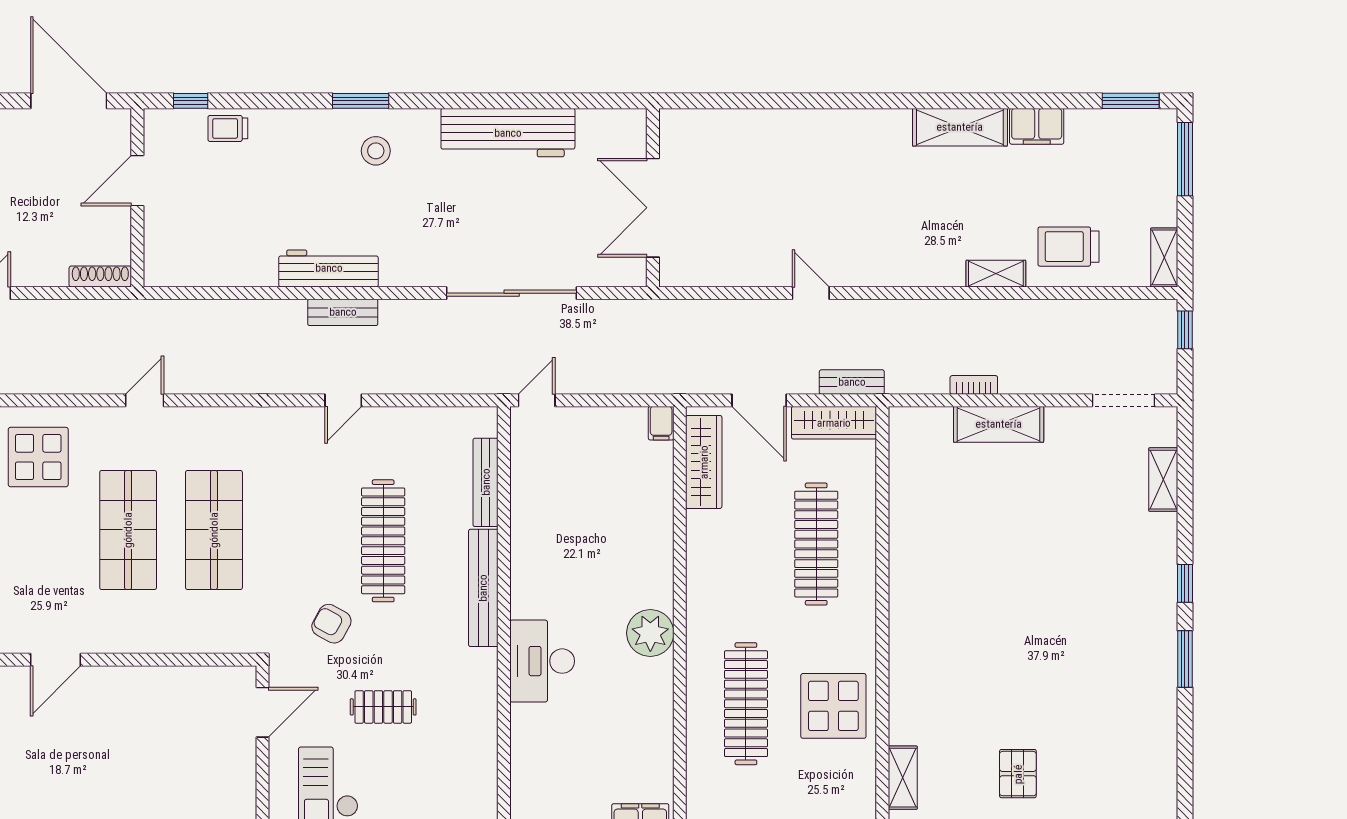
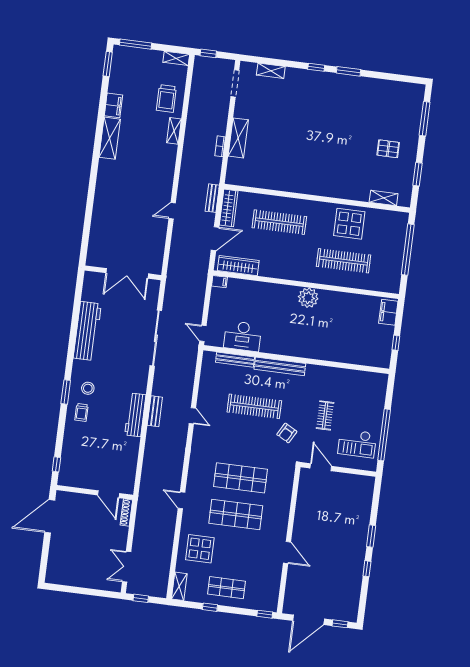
trolley: (228, 128) -> (81, 412), moved
door: (137, 181) -> (108, 494), moved
desk: (542, 661) -> (243, 336), moved

